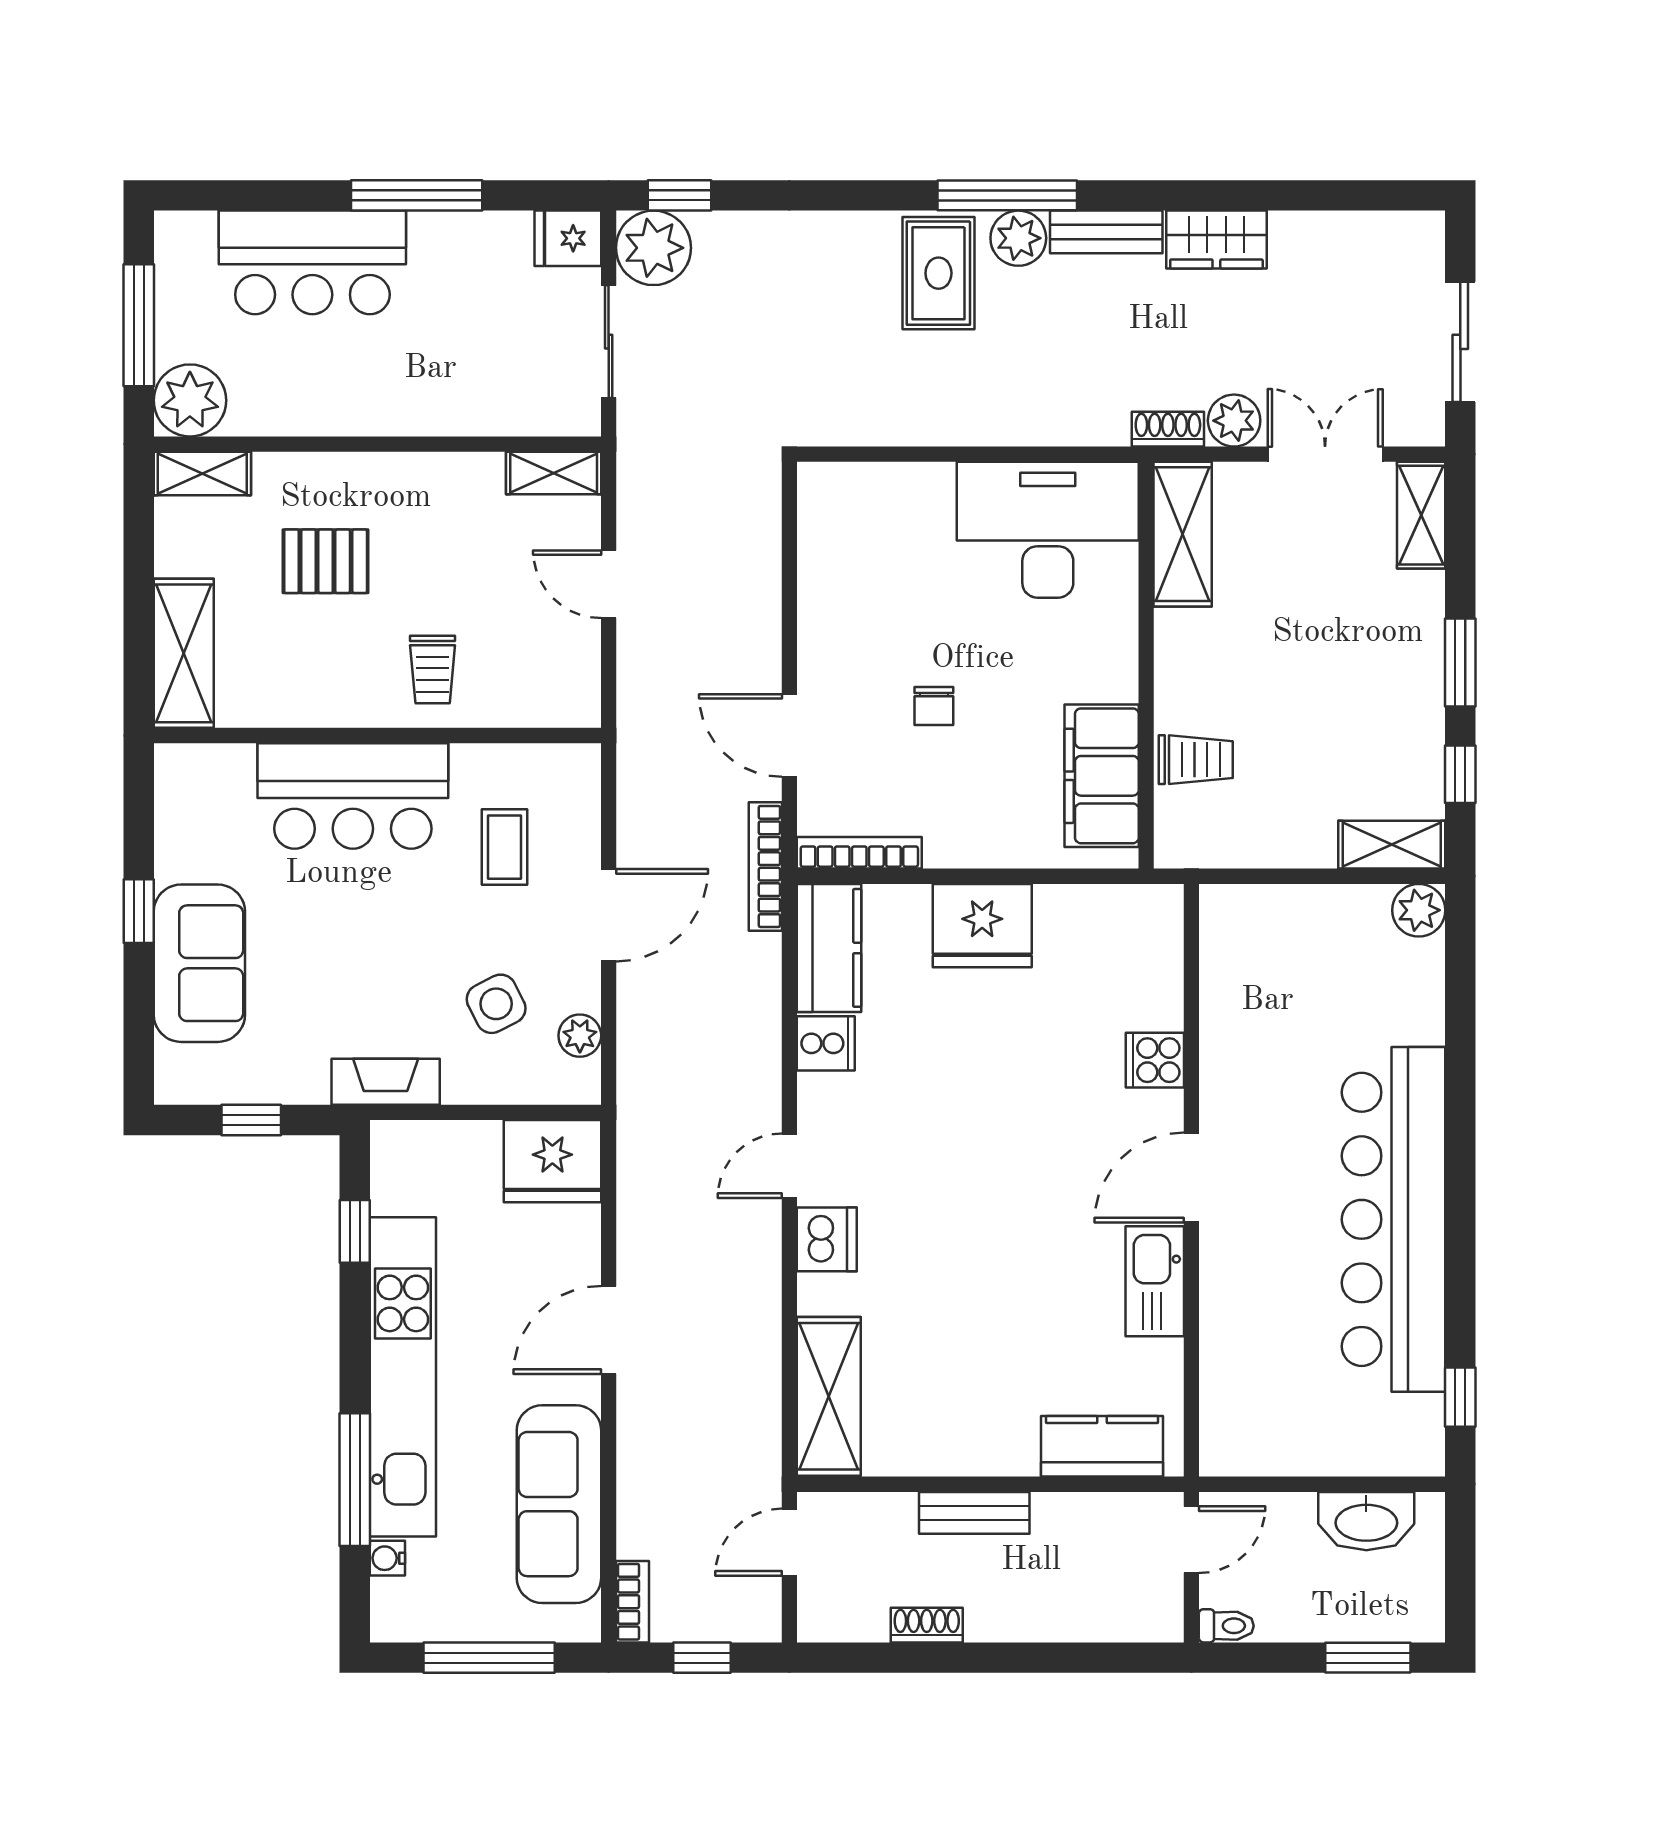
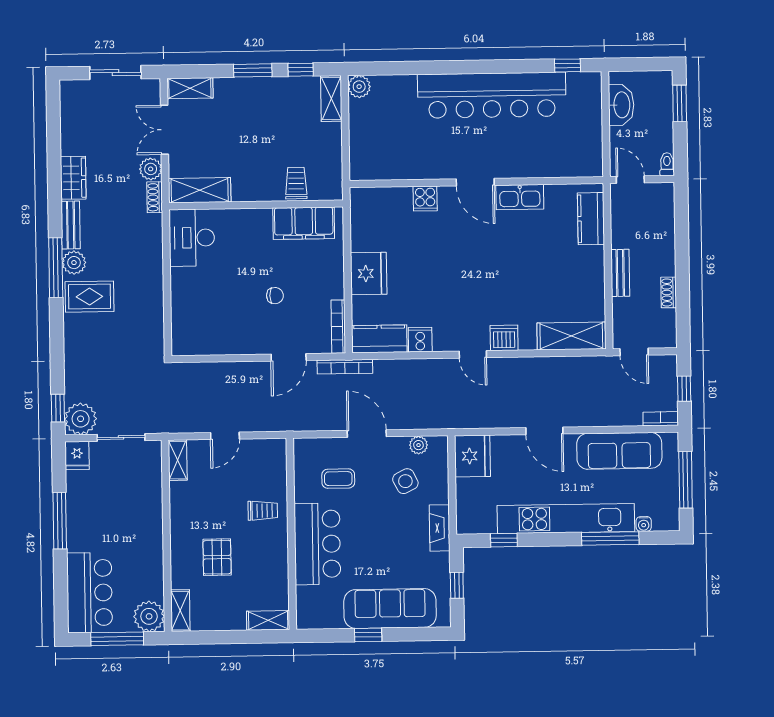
bar counter: (312, 262) -> (90, 593), moved
desk: (1048, 530) -> (192, 238), width x0.73, depth x0.77
shelving: (184, 653) -> (268, 620), width x0.67, depth x0.75
sofa: (199, 963) -> (390, 609), width x1.36

